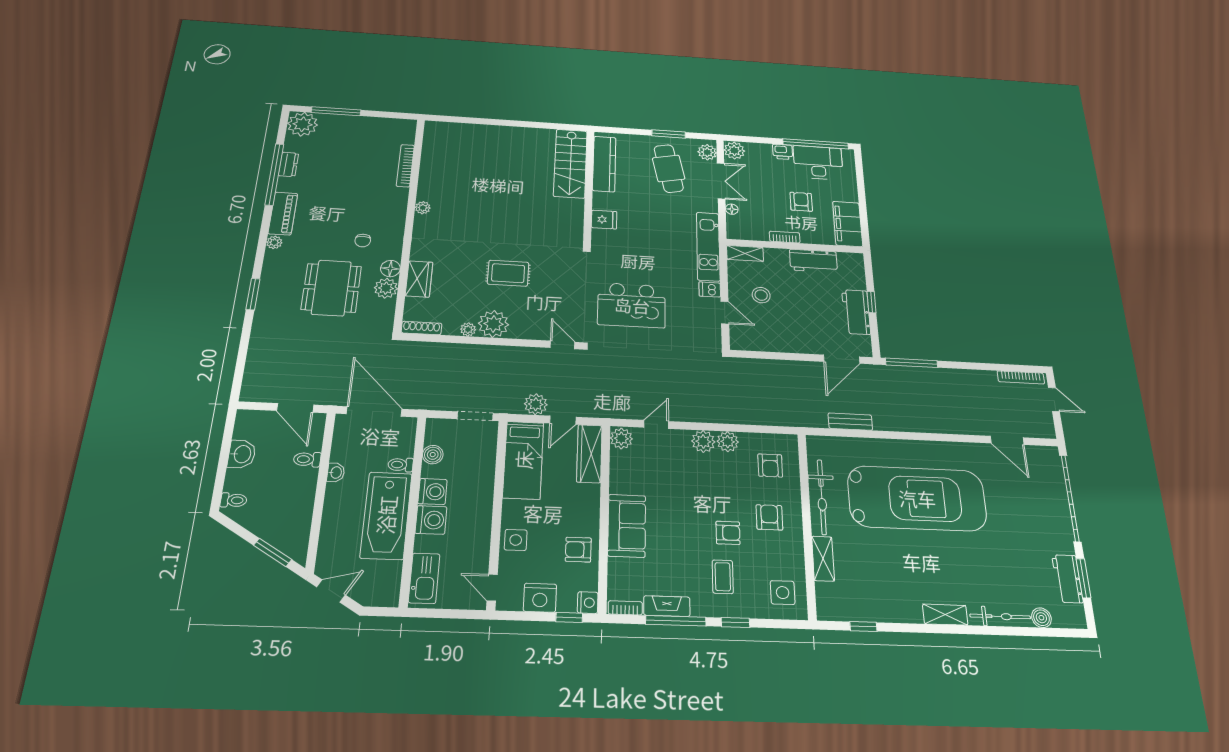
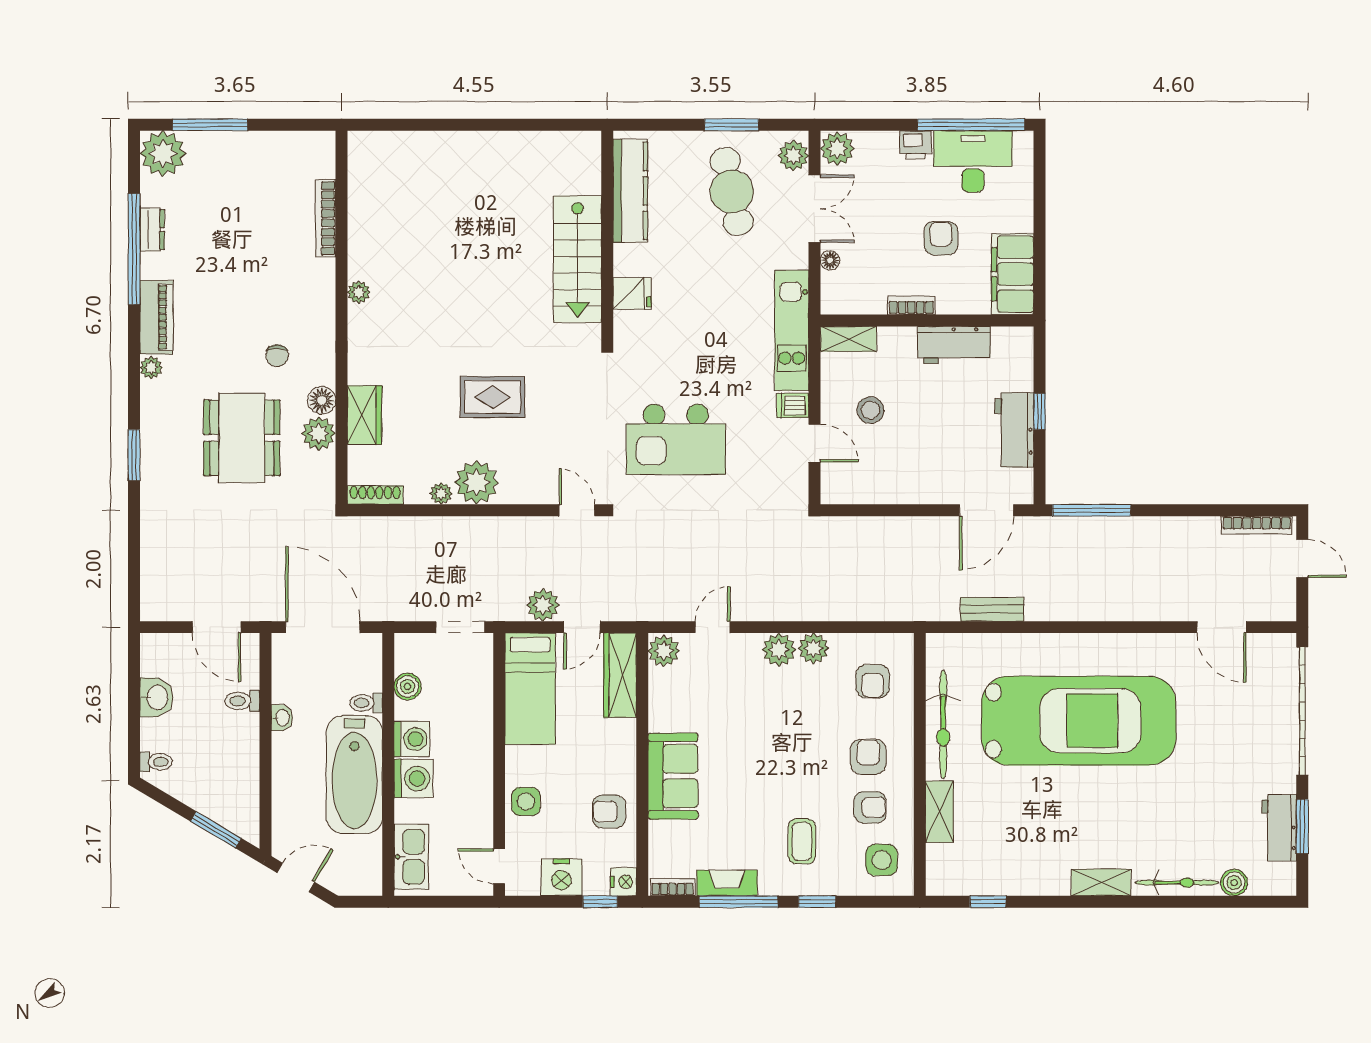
stairs: (570, 163) -> (577, 259), moved
armchair: (728, 533) -> (870, 807), moved

